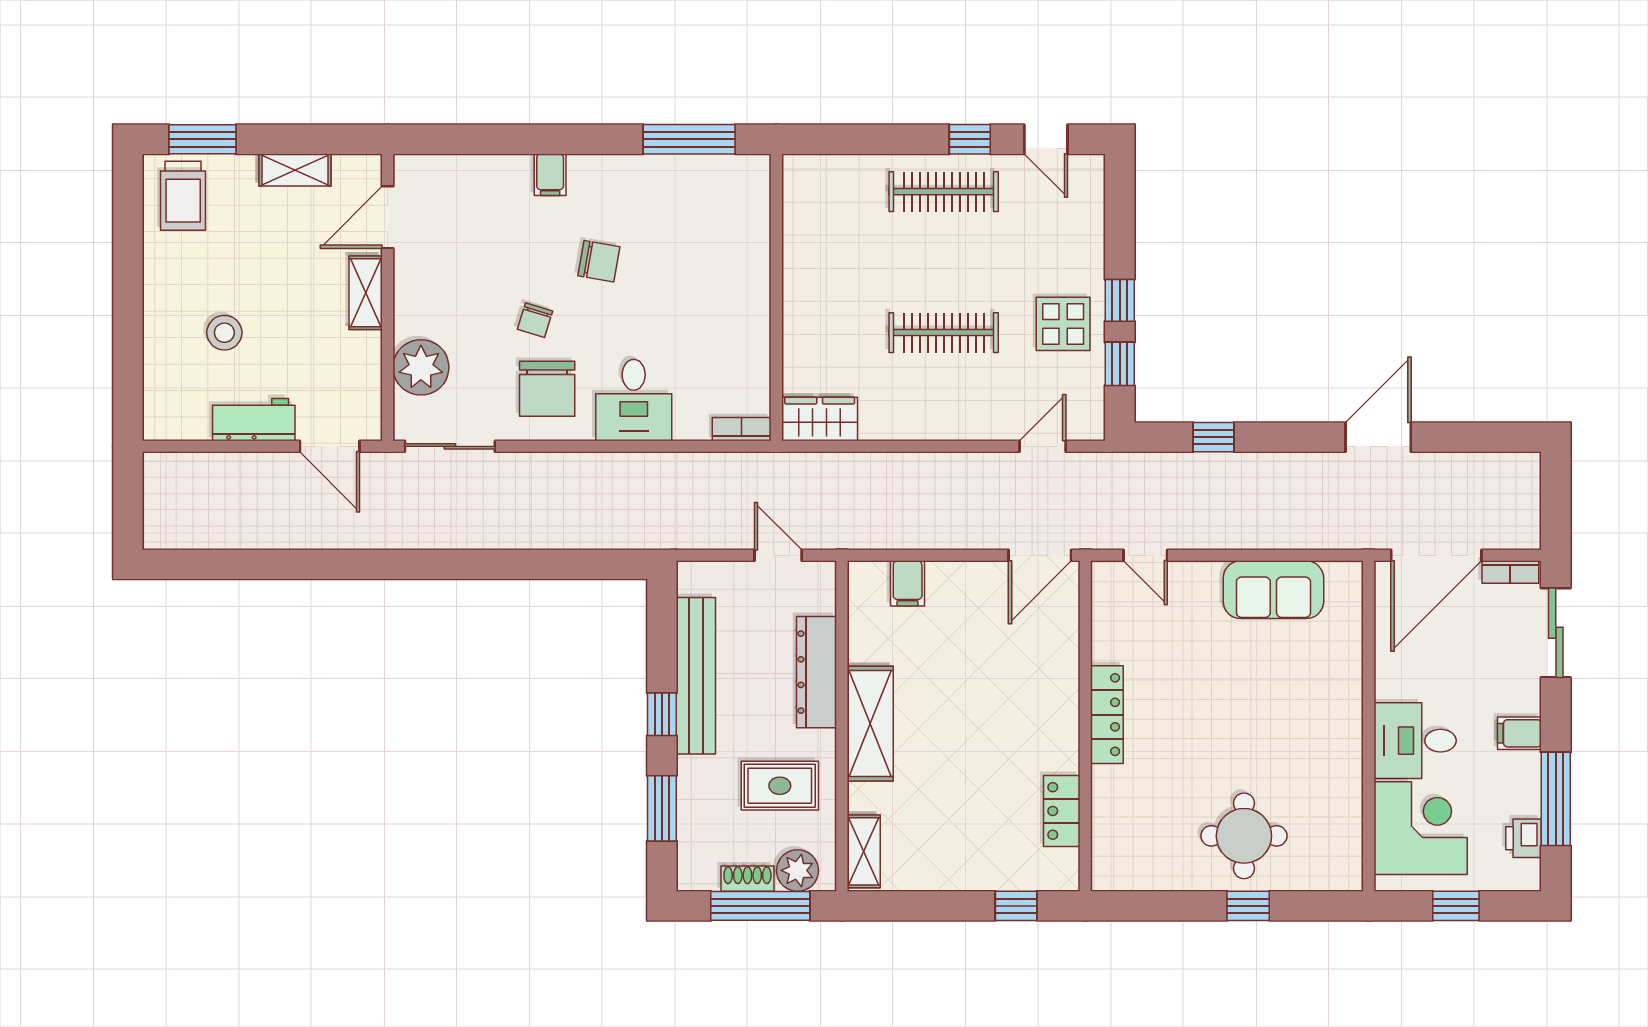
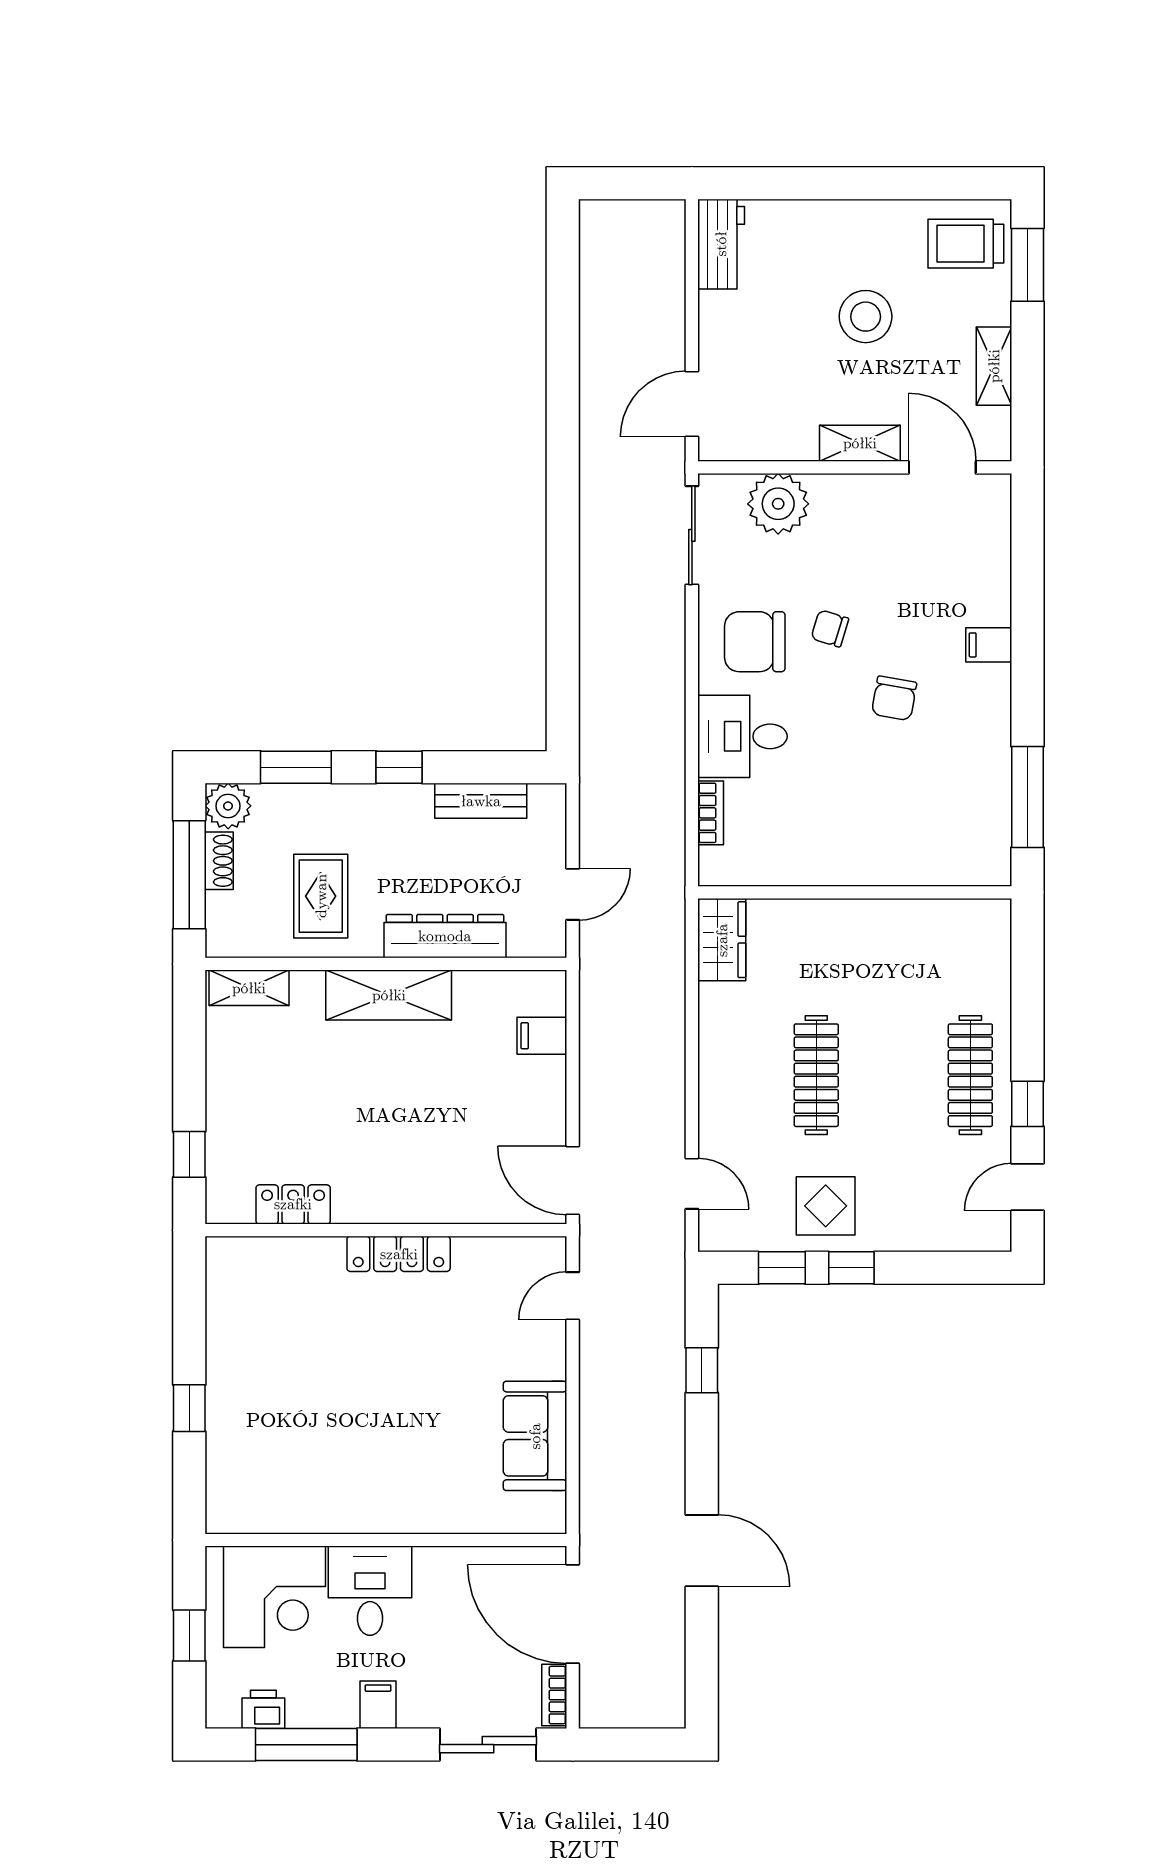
stool: (224, 333) -> (866, 317), moved, width x1.38, depth x1.38
workbench: (254, 420) -> (721, 244), moved
bookcase: (742, 429) -> (711, 813), moved
bench: (696, 676) -> (481, 801), width x0.54, depth x0.82
round table: (1244, 836) -> (266, 1404), removed
plant: (798, 870) -> (228, 806), moved

